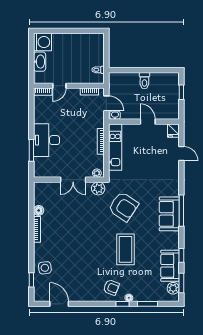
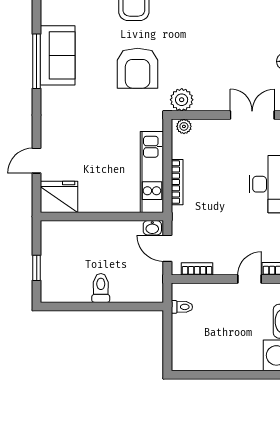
door: (148, 122) -> (95, 217), removed
fridge: (173, 131) -> (59, 197), width x1.88, depth x1.34
door: (181, 154) -> (37, 161), hinge flipped
double door: (73, 180) -> (252, 115), moved
armchair: (123, 207) -> (138, 68), turned -124

